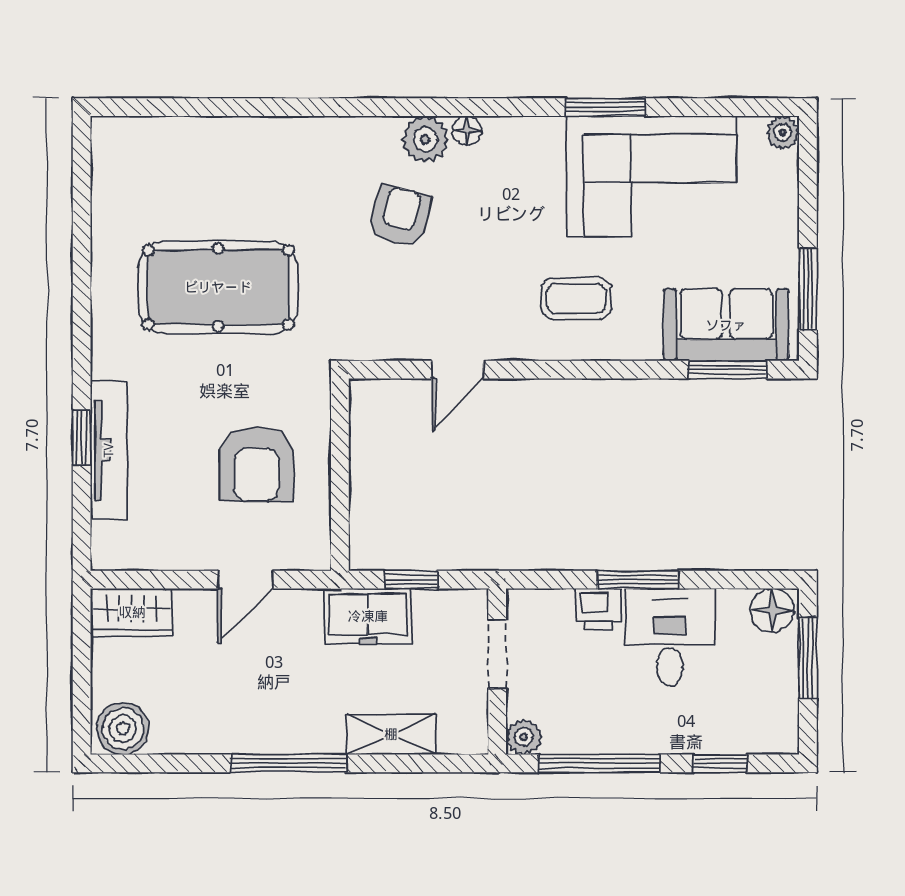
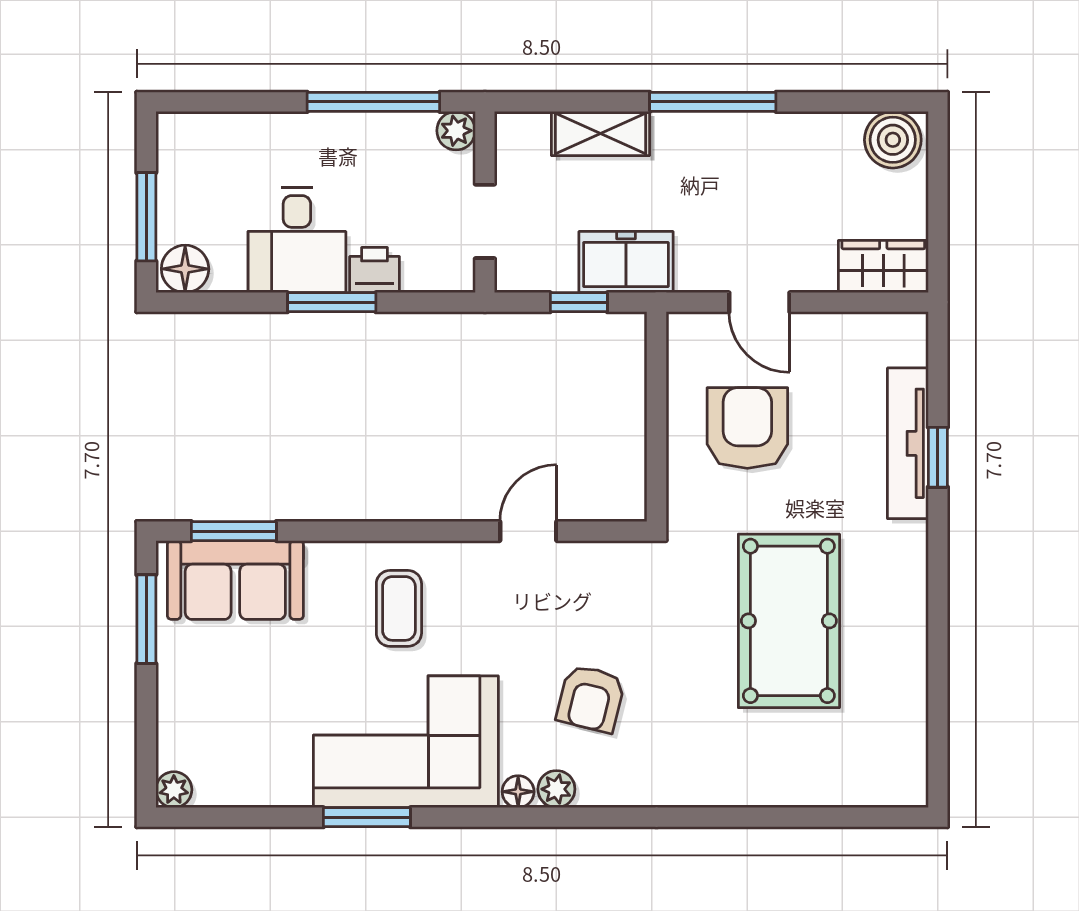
plant: (425, 139) -> (556, 789), width x0.73, depth x0.73
corner sofa: (651, 176) -> (406, 742), moved
pool table: (218, 287) -> (789, 621), turned 90
coffee table: (576, 299) -> (399, 608), turned 90
door: (245, 580) -> (759, 302), swing flipped
window: (720, 763) -> (242, 102), removed

